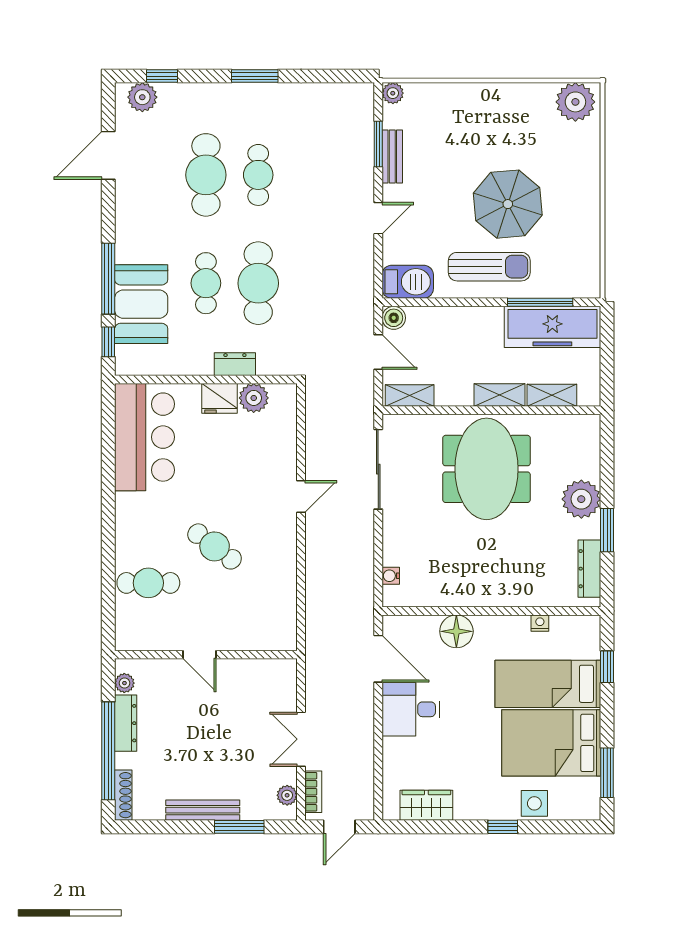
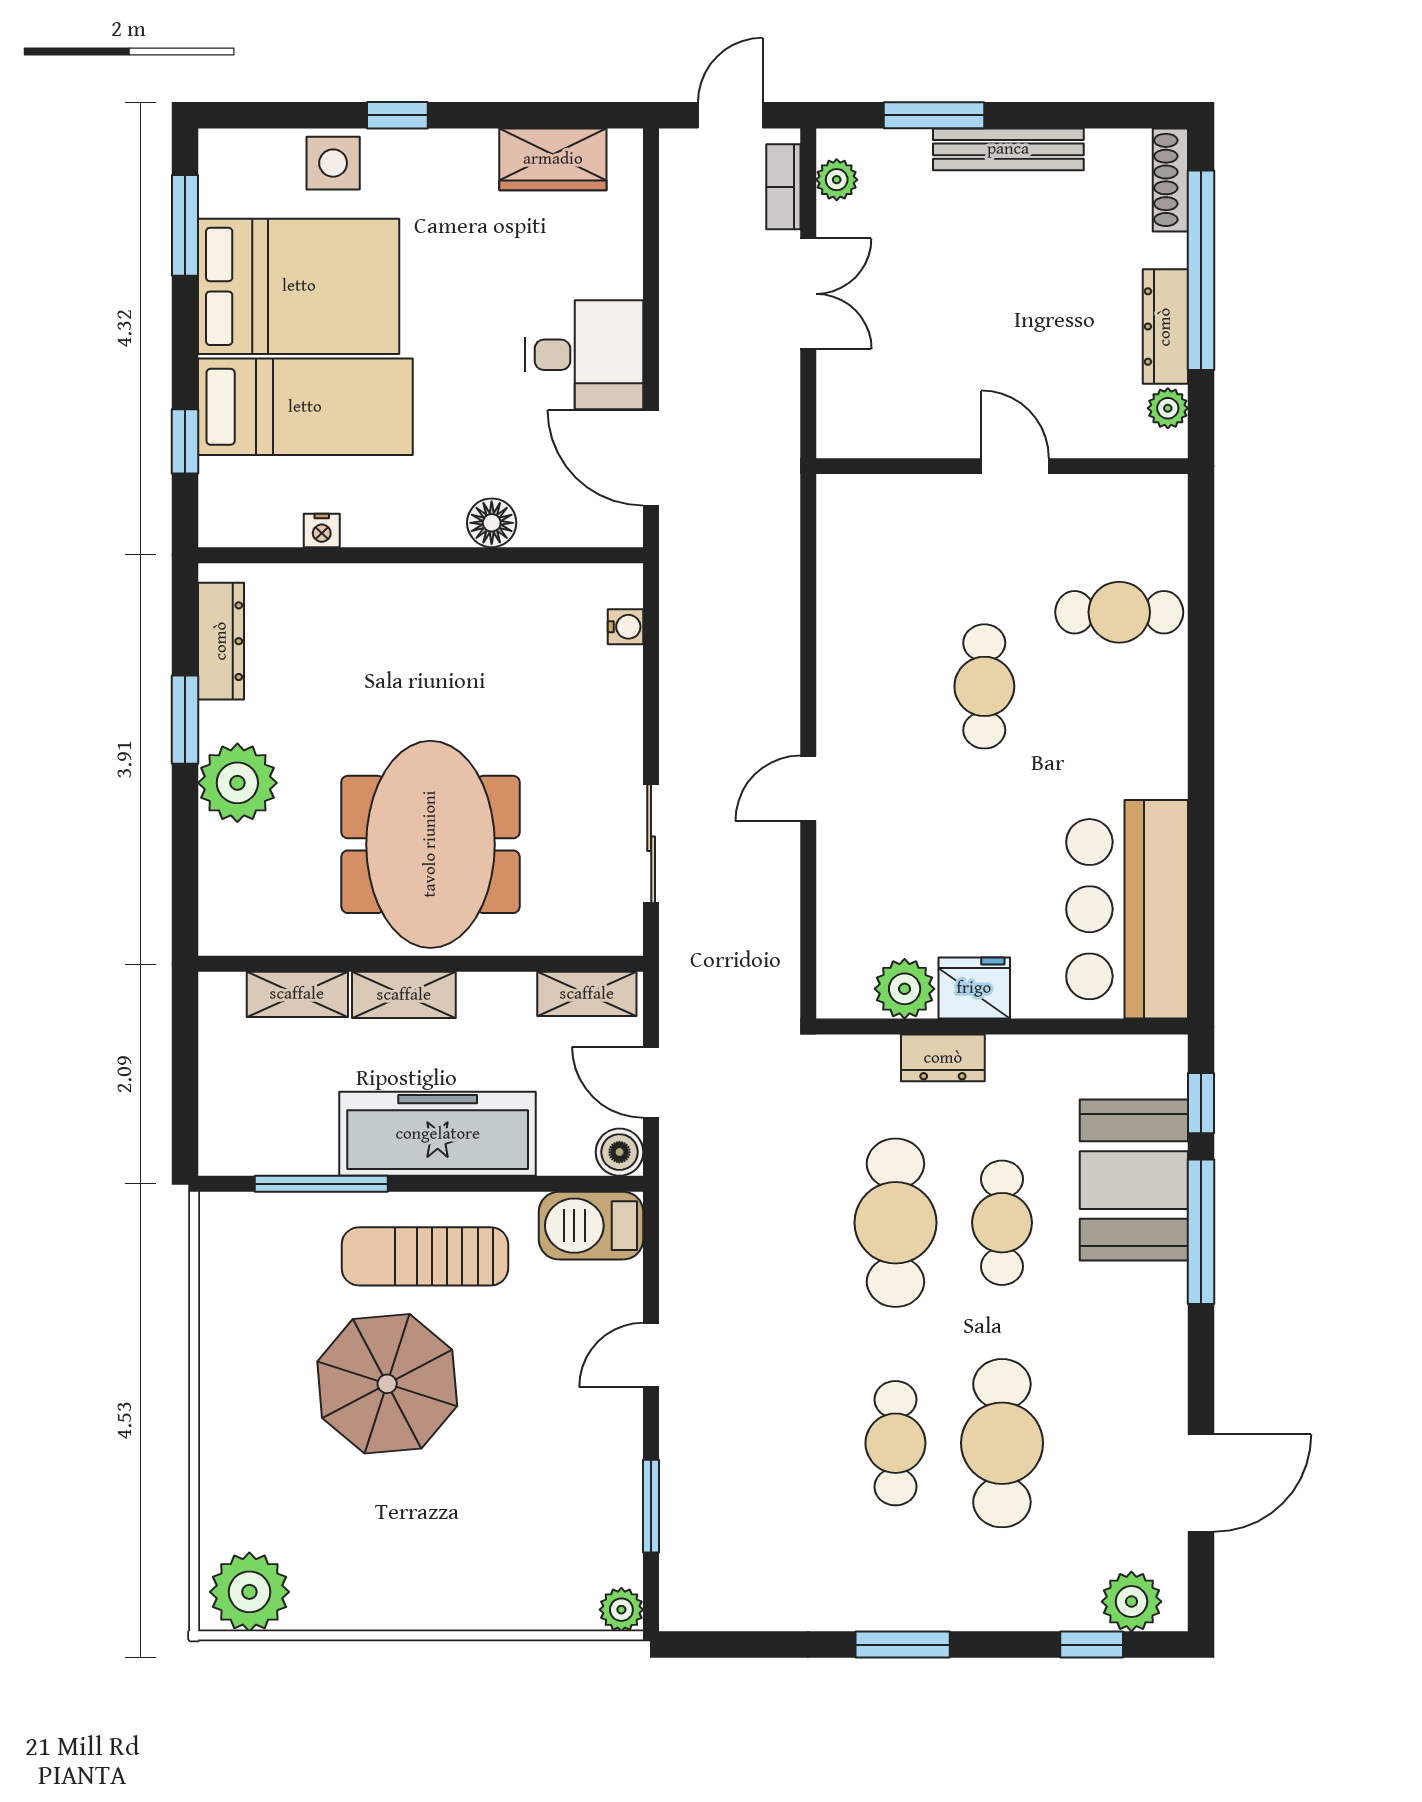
bench: (392, 157) -> (622, 1481), removed
freezer: (552, 327) -> (438, 1134), moved
sliding door: (378, 469) -> (651, 844), width x0.73
cafe table: (215, 546) -> (984, 686), turned 53
floor lamp: (456, 631) -> (492, 523), width x0.73, depth x0.73

